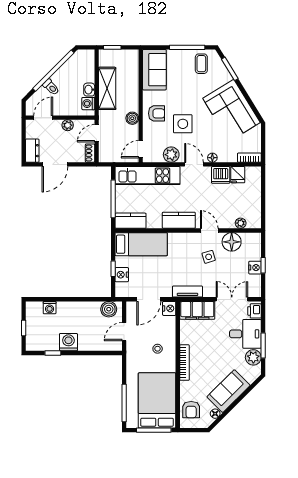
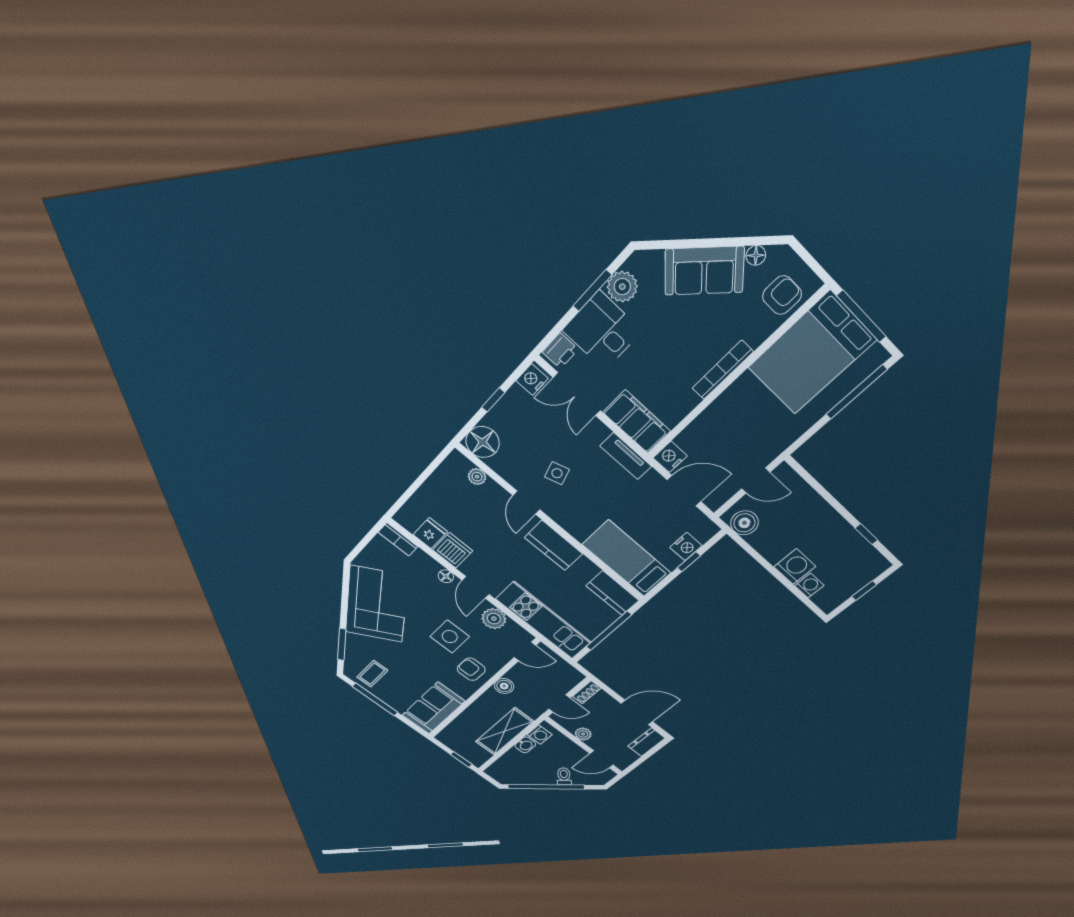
floor lamp: (232, 242) -> (483, 442), moved
nightstand: (255, 268) -> (532, 380), moved
washing machine: (68, 342) -> (795, 567), moved, turned 180
stool: (158, 349) -> (738, 421), removed

